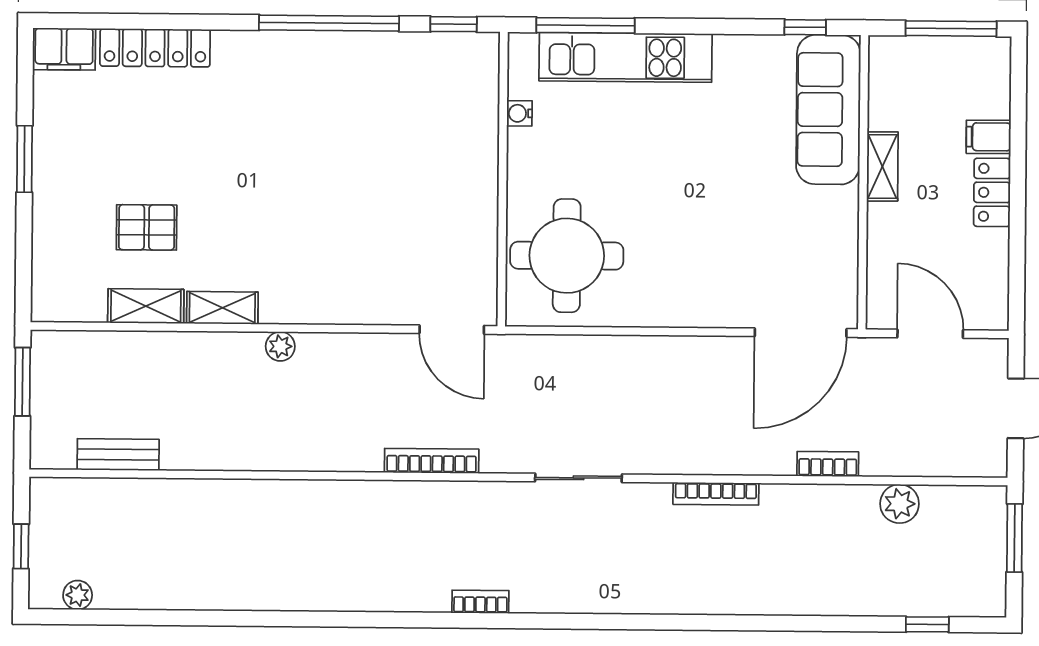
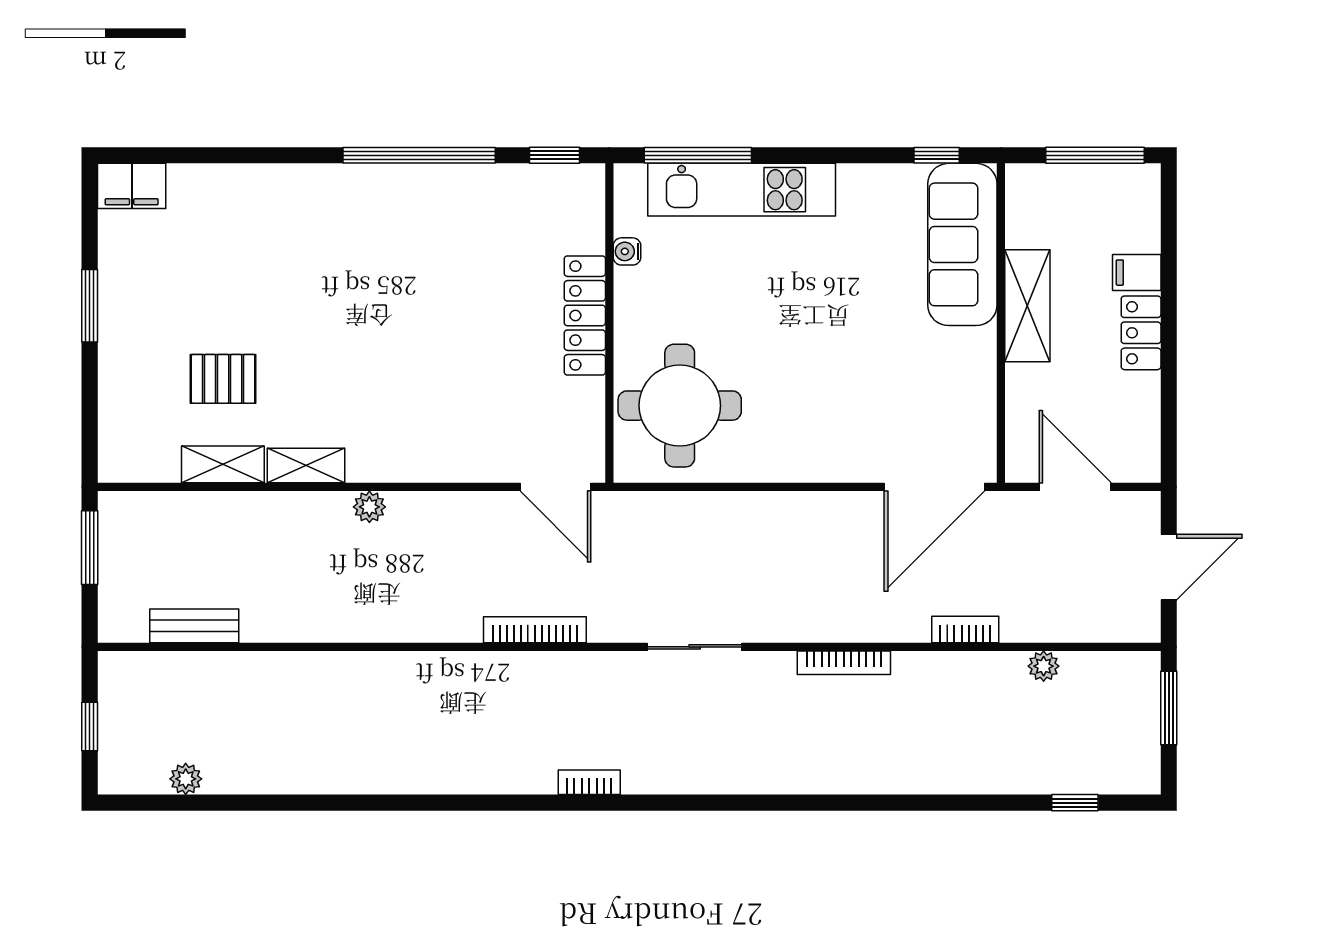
locker: (155, 48) -> (585, 315), moved, turned 90
shelving: (882, 167) -> (1027, 306), width x1.50, depth x1.33
plant: (900, 504) -> (1044, 666), width x0.73, depth x0.73
plant: (78, 595) -> (186, 779), moved

